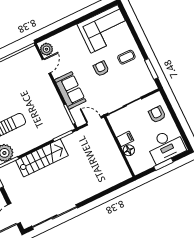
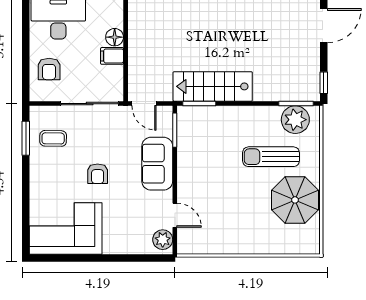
coffee table: (126, 57) -> (53, 138), moved
door: (46, 66) -> (175, 215), swing flipped
stairs: (42, 158) -> (213, 86), moved

